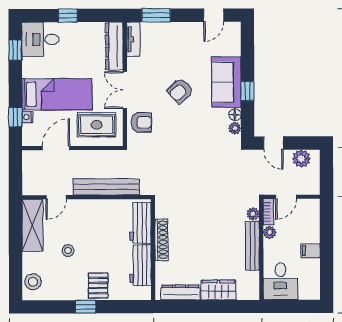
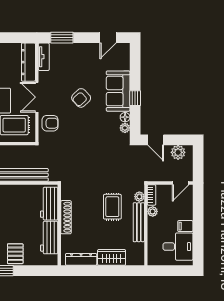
door: (286, 197) -> (181, 183), moved
rug: (219, 227) -> (112, 207), added
desk: (281, 281) -> (178, 247), moved, turned -90

